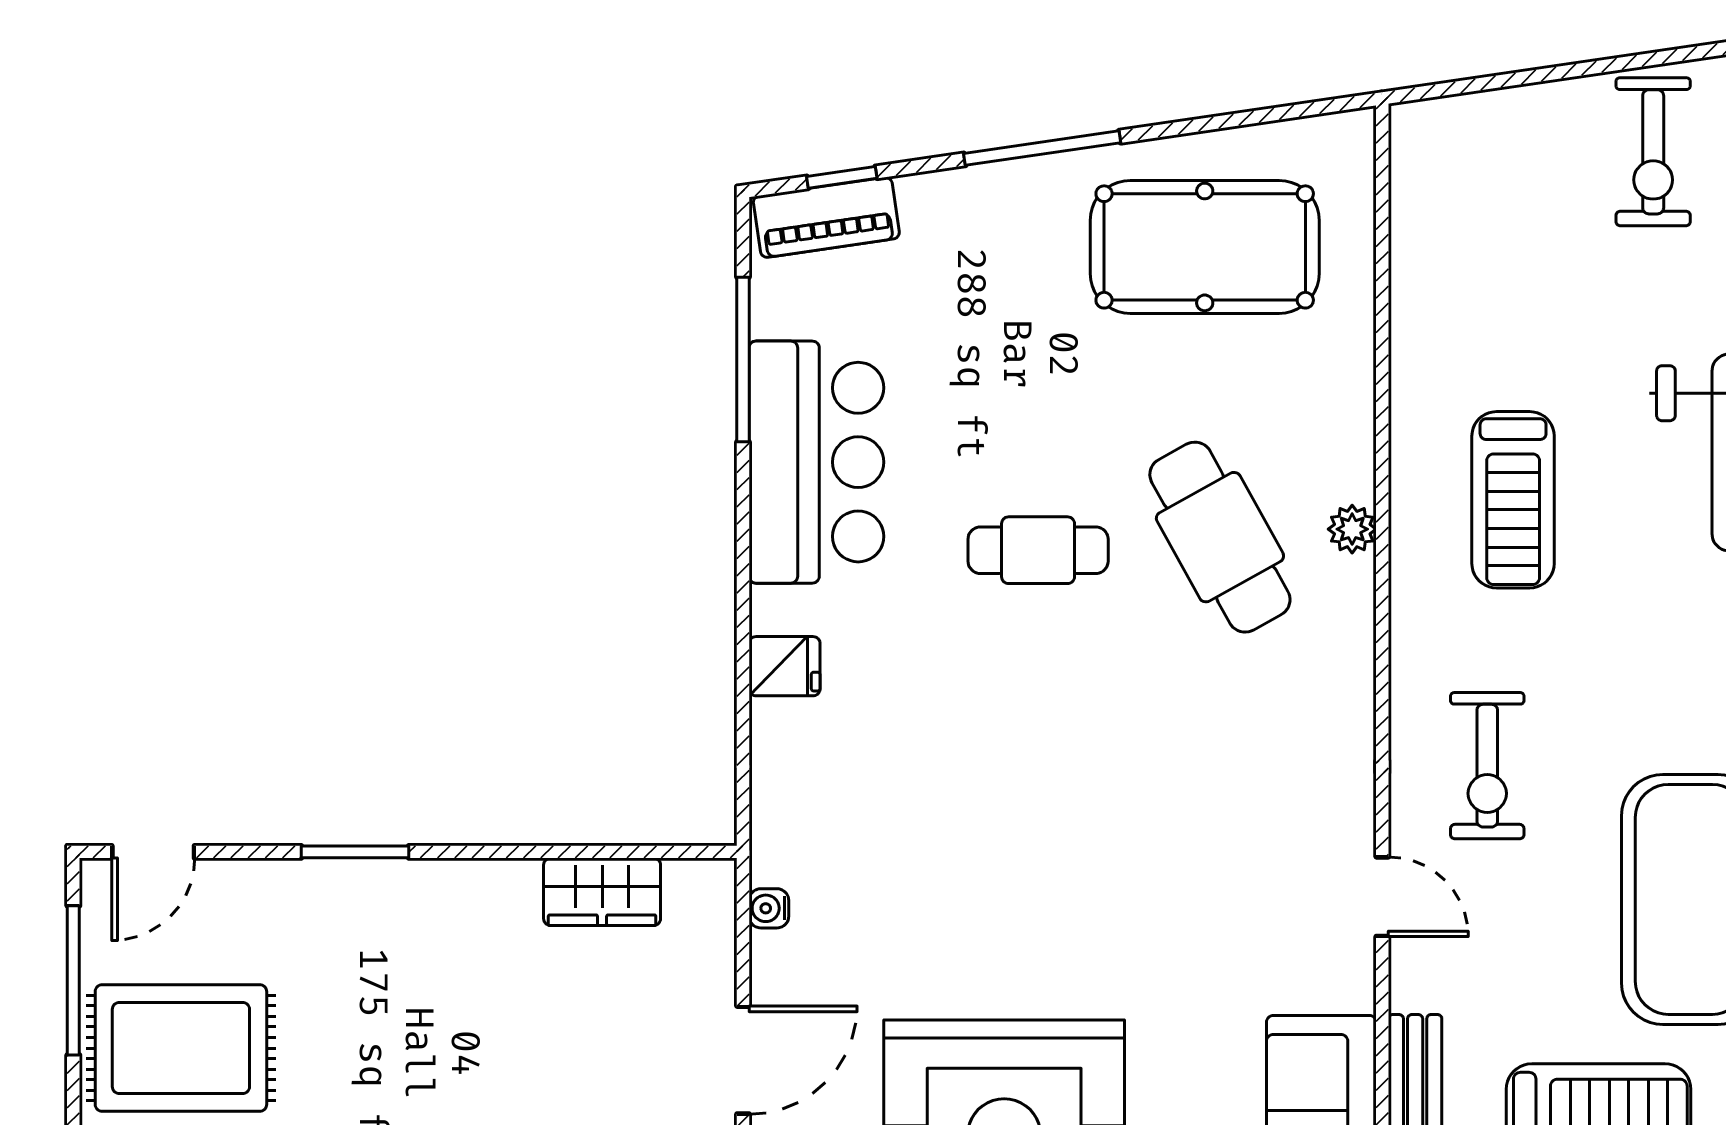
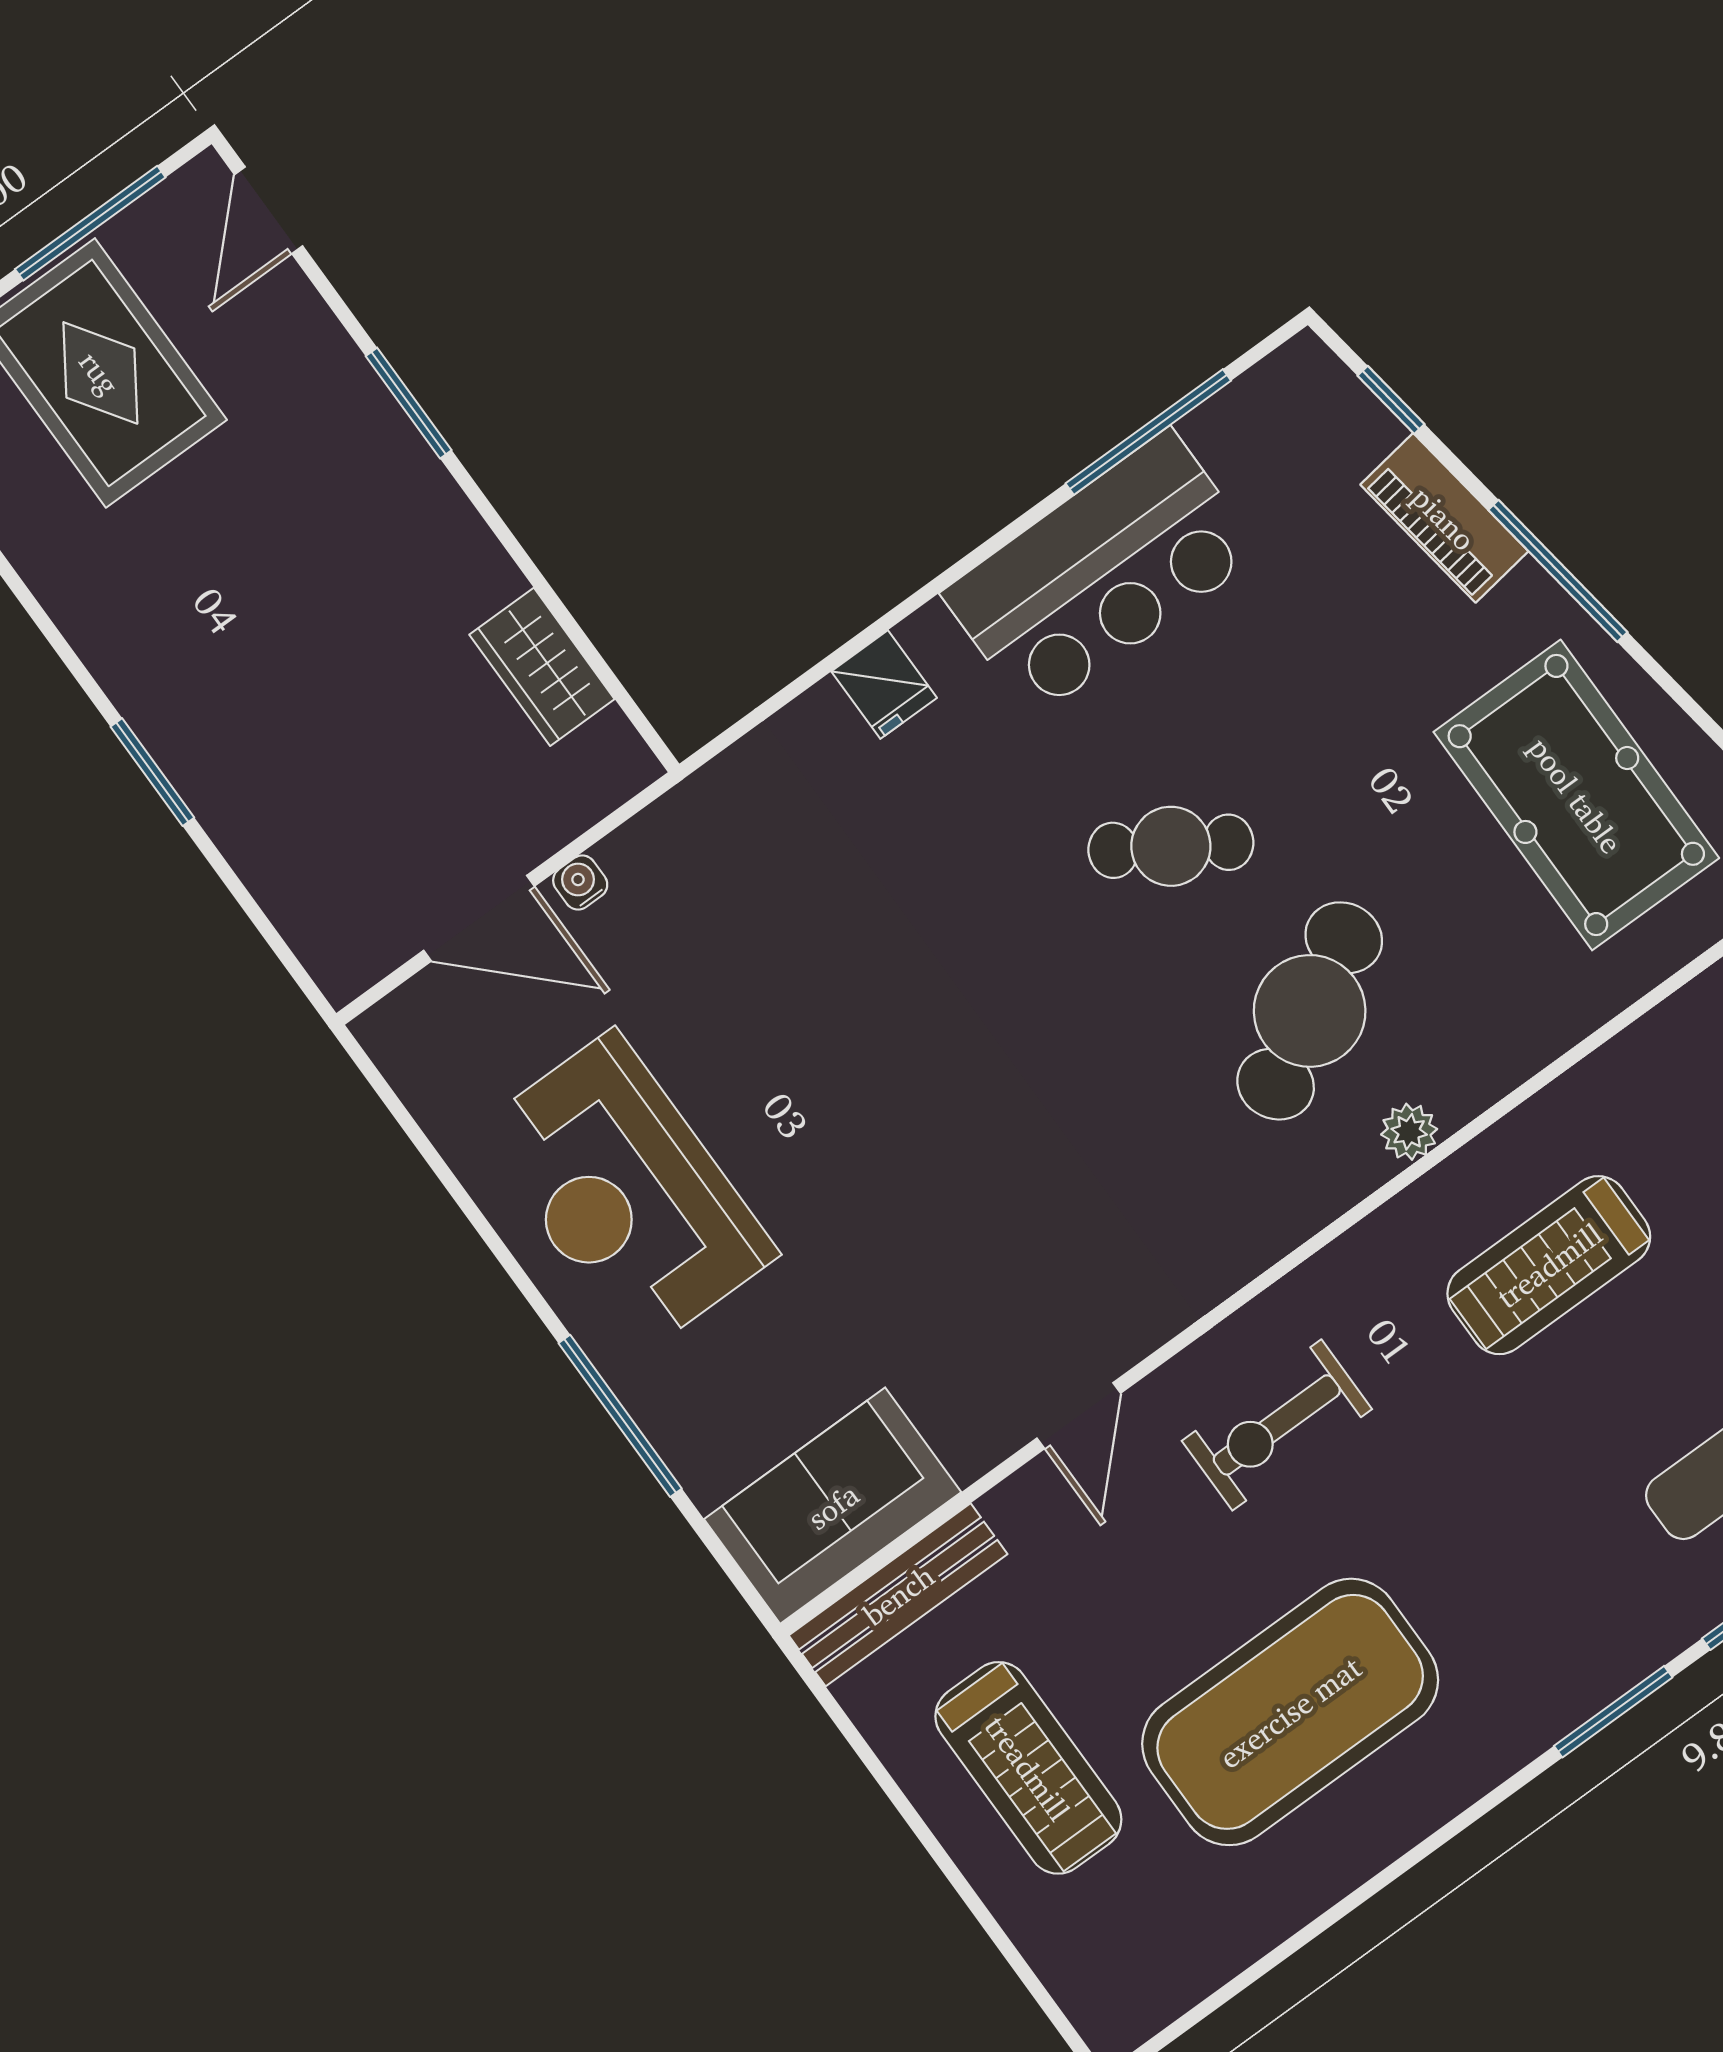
piano: (826, 217) -> (1444, 518), moved
cafe table: (1038, 550) -> (1171, 846), turned -58
door: (153, 852) -> (269, 210), hinge flipped
water cooler: (769, 908) -> (580, 883), moved

